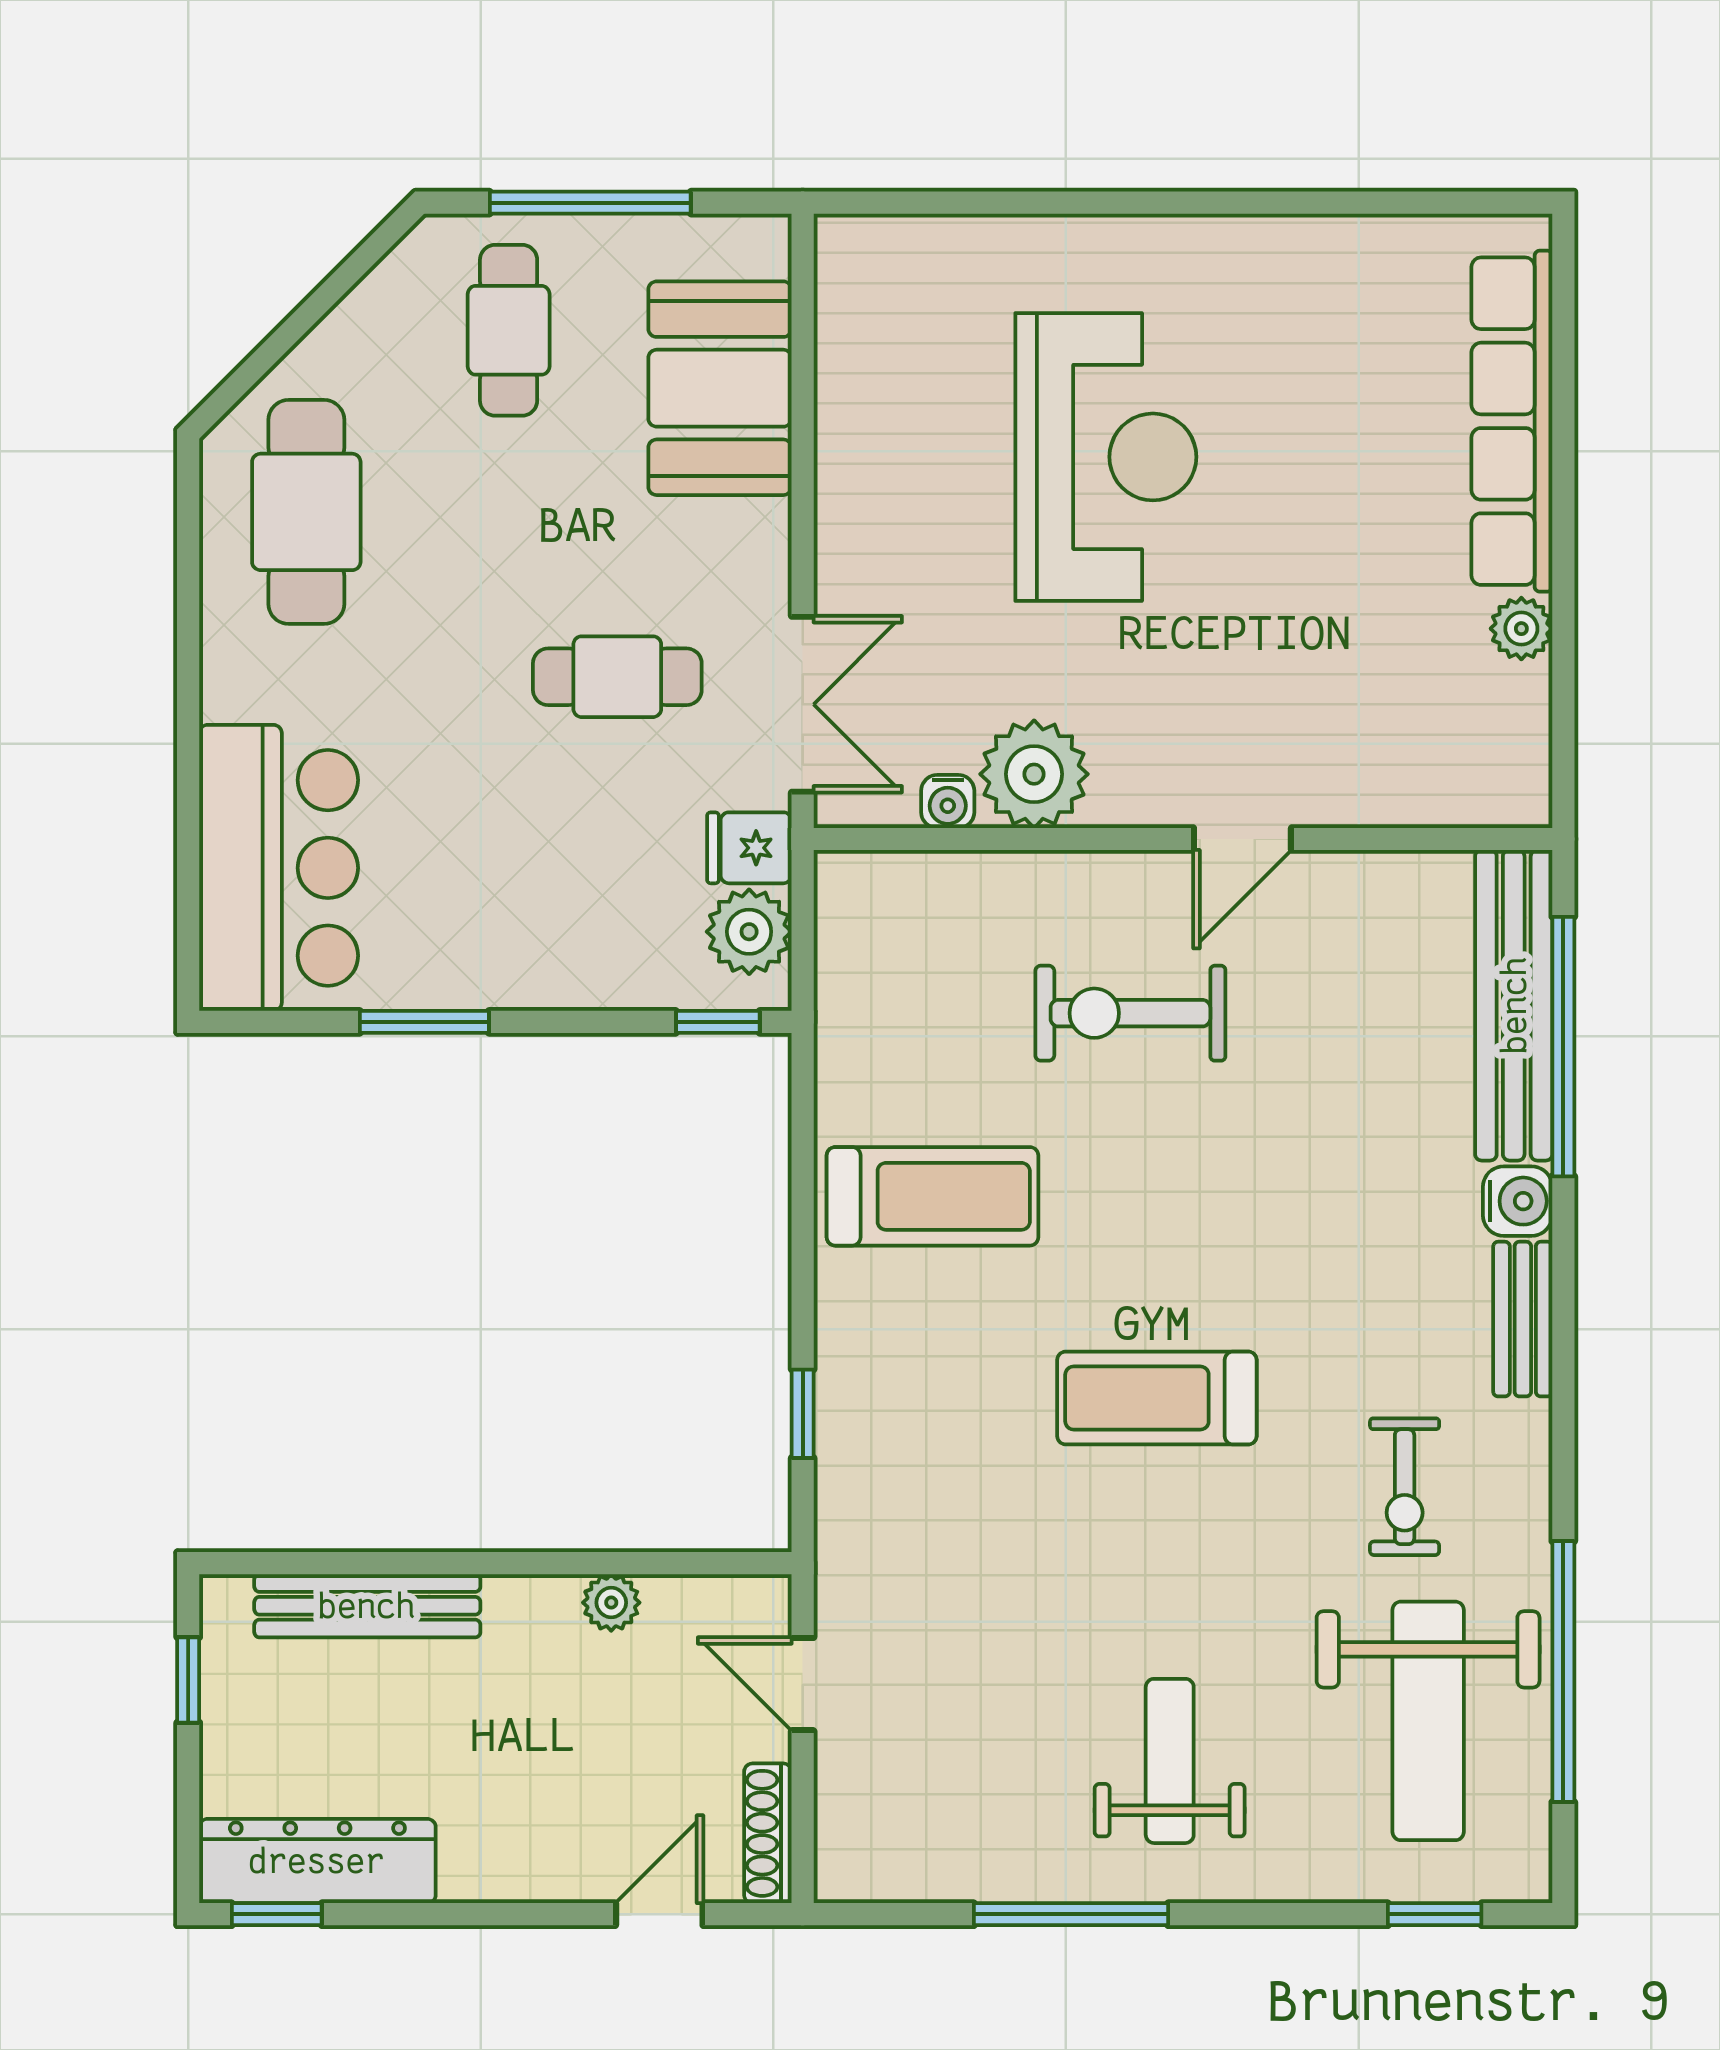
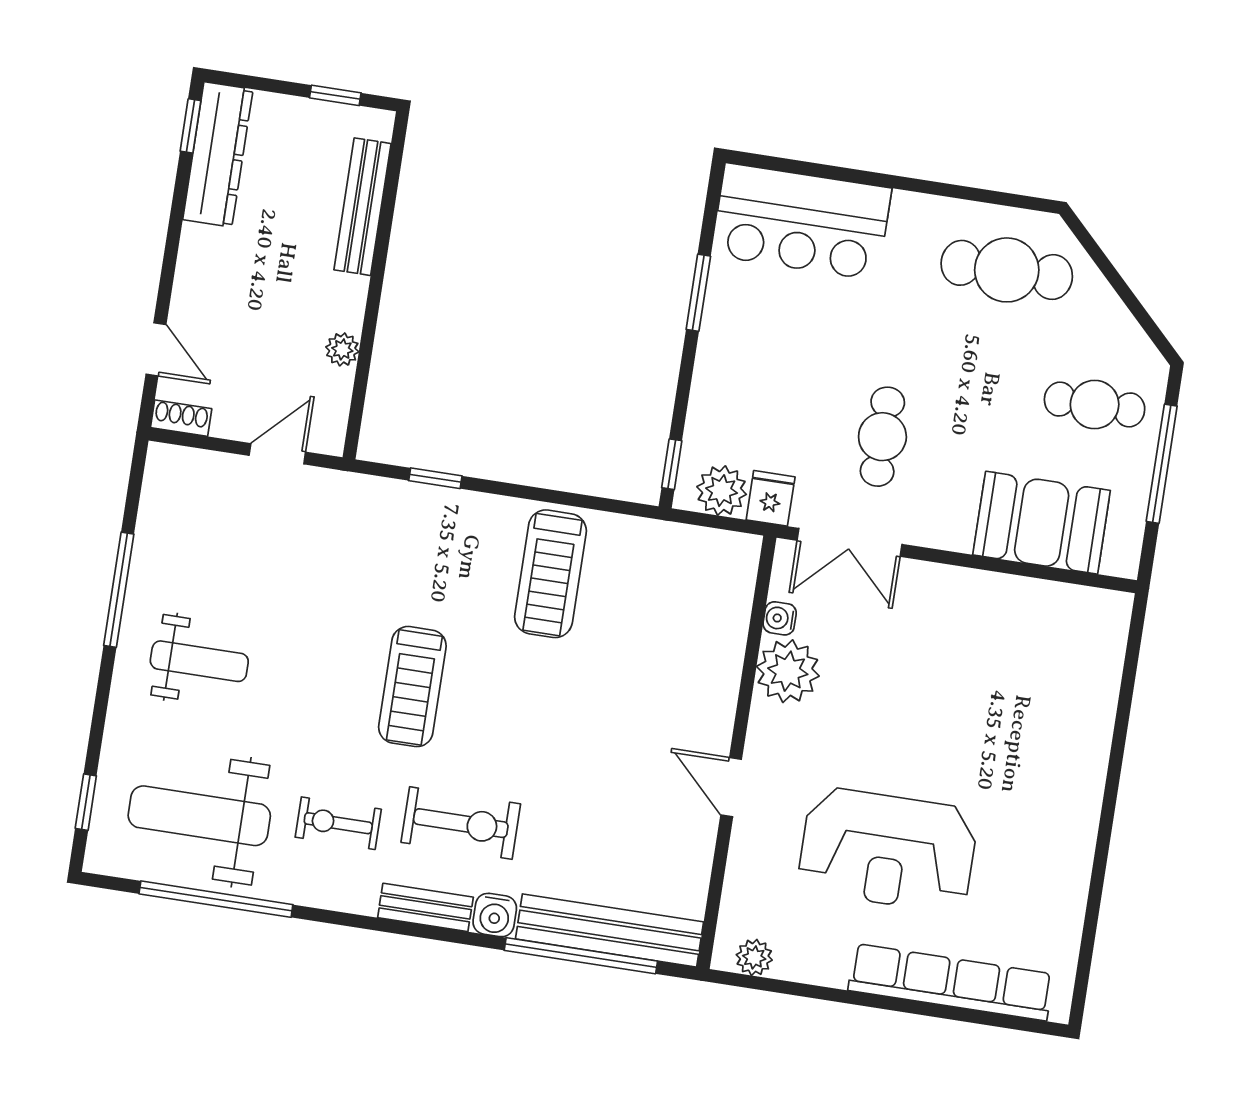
reception desk: (1106, 457) -> (888, 850), moved
plant: (1521, 629) -> (754, 957), moved
exercise bike: (1130, 1013) -> (461, 823), moved, turned 90
treadmill: (1157, 1398) -> (412, 687), turned 180
shoe rack: (768, 1833) -> (181, 418), width x0.70

